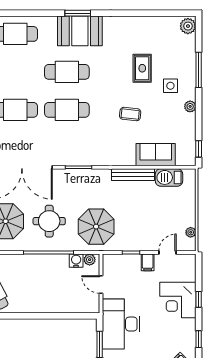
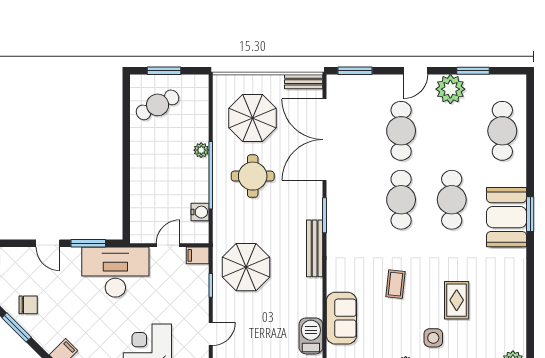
rug: (142, 68) -> (457, 300), turned 90
bench: (133, 175) -> (315, 248), moved
parasol: (96, 227) -> (246, 267), moved
door: (167, 253) -> (211, 334), hinge flipped
plant: (90, 260) -> (201, 150), moved
filing cabinet: (148, 262) -> (198, 255), moved

